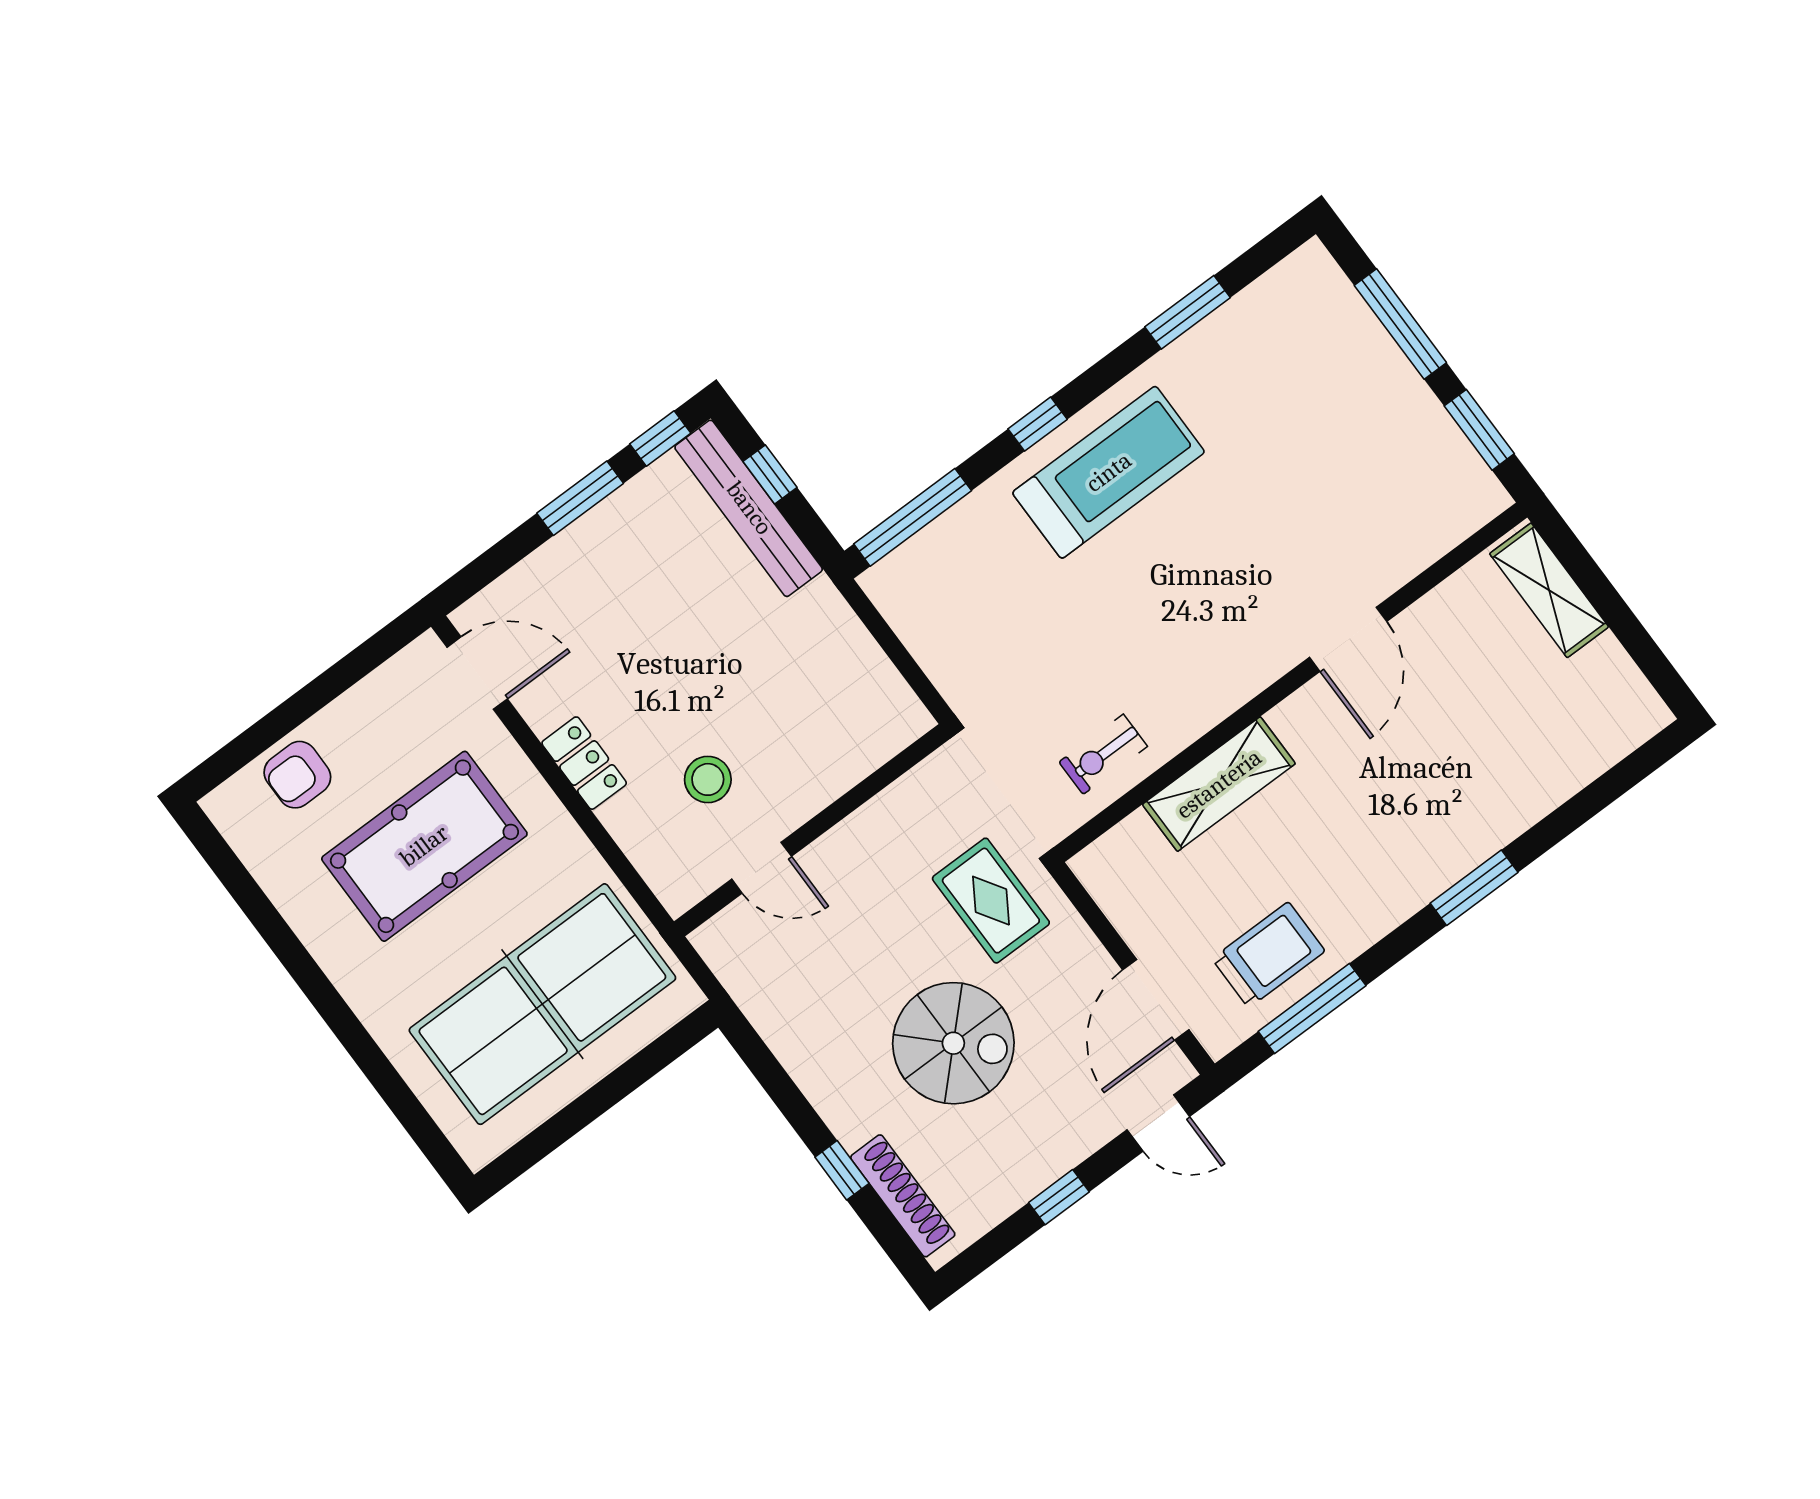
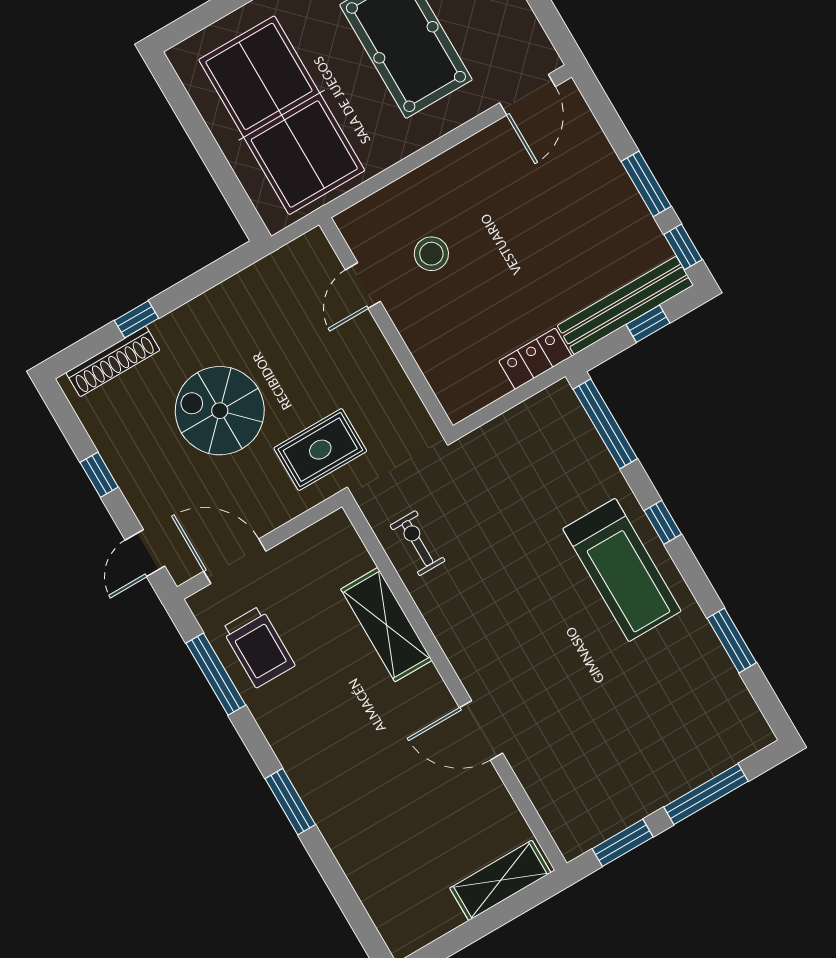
locker: (584, 763) -> (535, 359), moved, turned 180
spiral stairs: (953, 1043) -> (220, 411), turned 90

